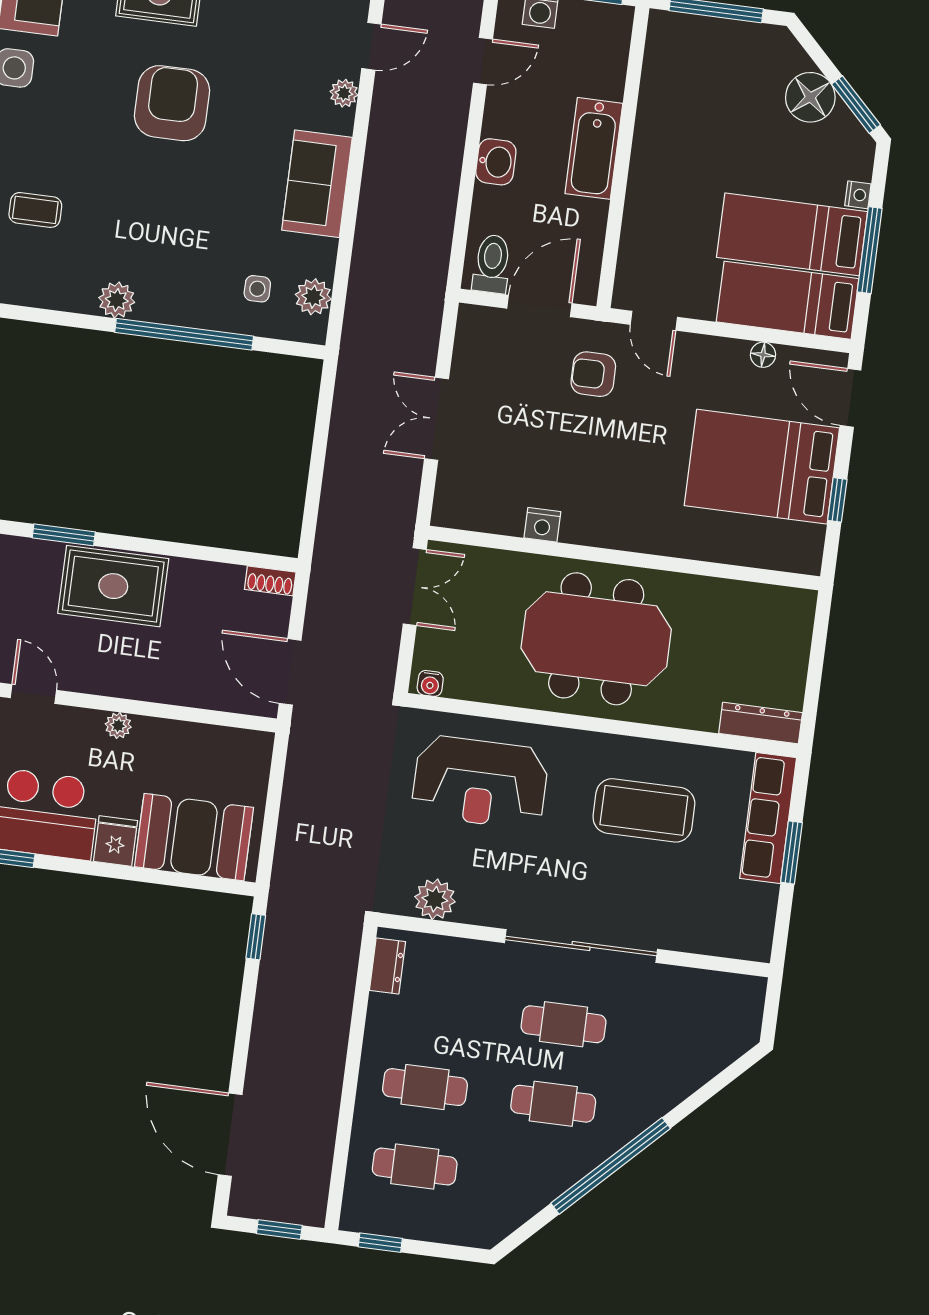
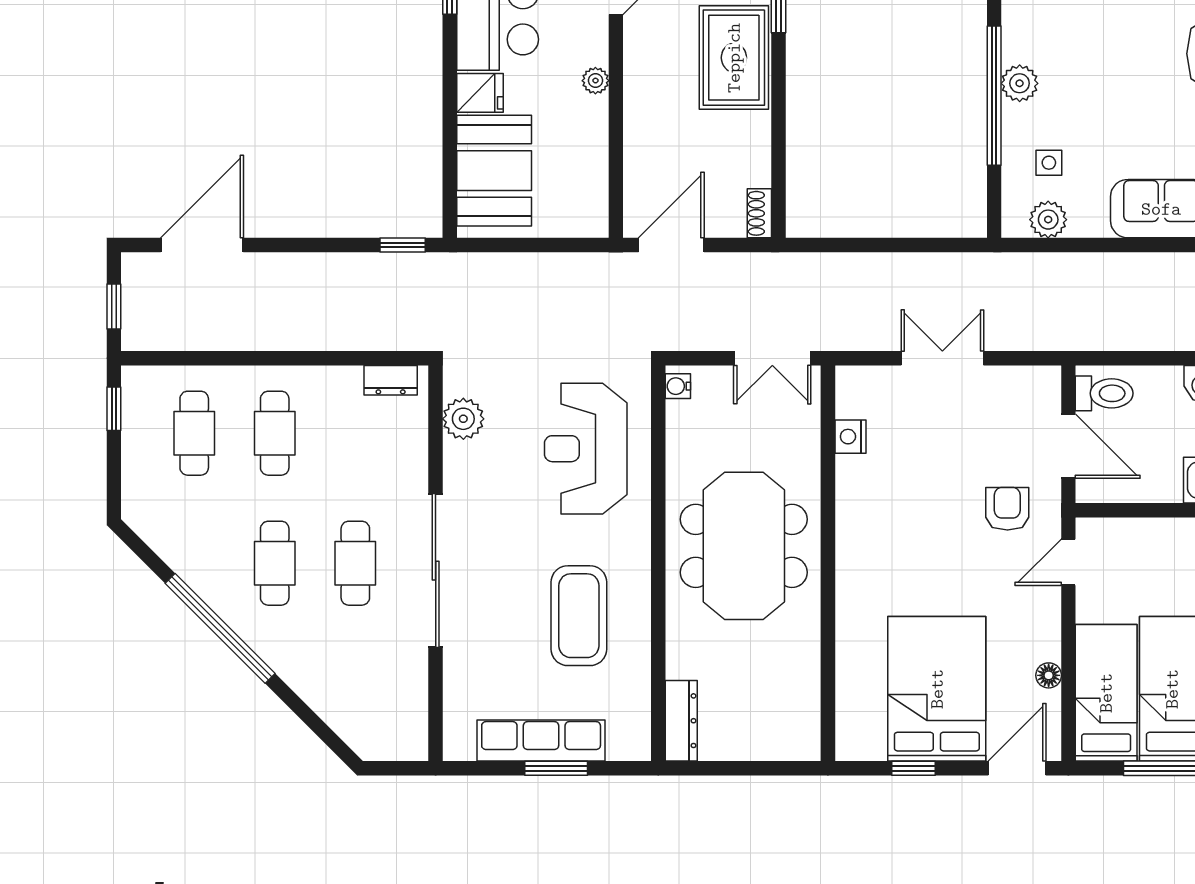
plant: (117, 300) -> (1020, 83), moved
nightstand: (542, 525) -> (850, 437), moved
row of seats: (768, 818) -> (541, 741), moved

